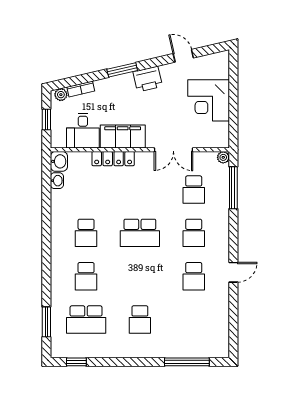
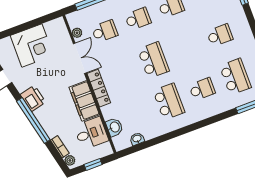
window: (122, 70) -> (33, 121), width x2.11
plant: (223, 157) -> (77, 33), moved
locker: (113, 159) -> (99, 88), moved
washbasin: (59, 161) -> (114, 127), moved, turned 90
school desk: (86, 233) -> (169, 101), width x1.85

